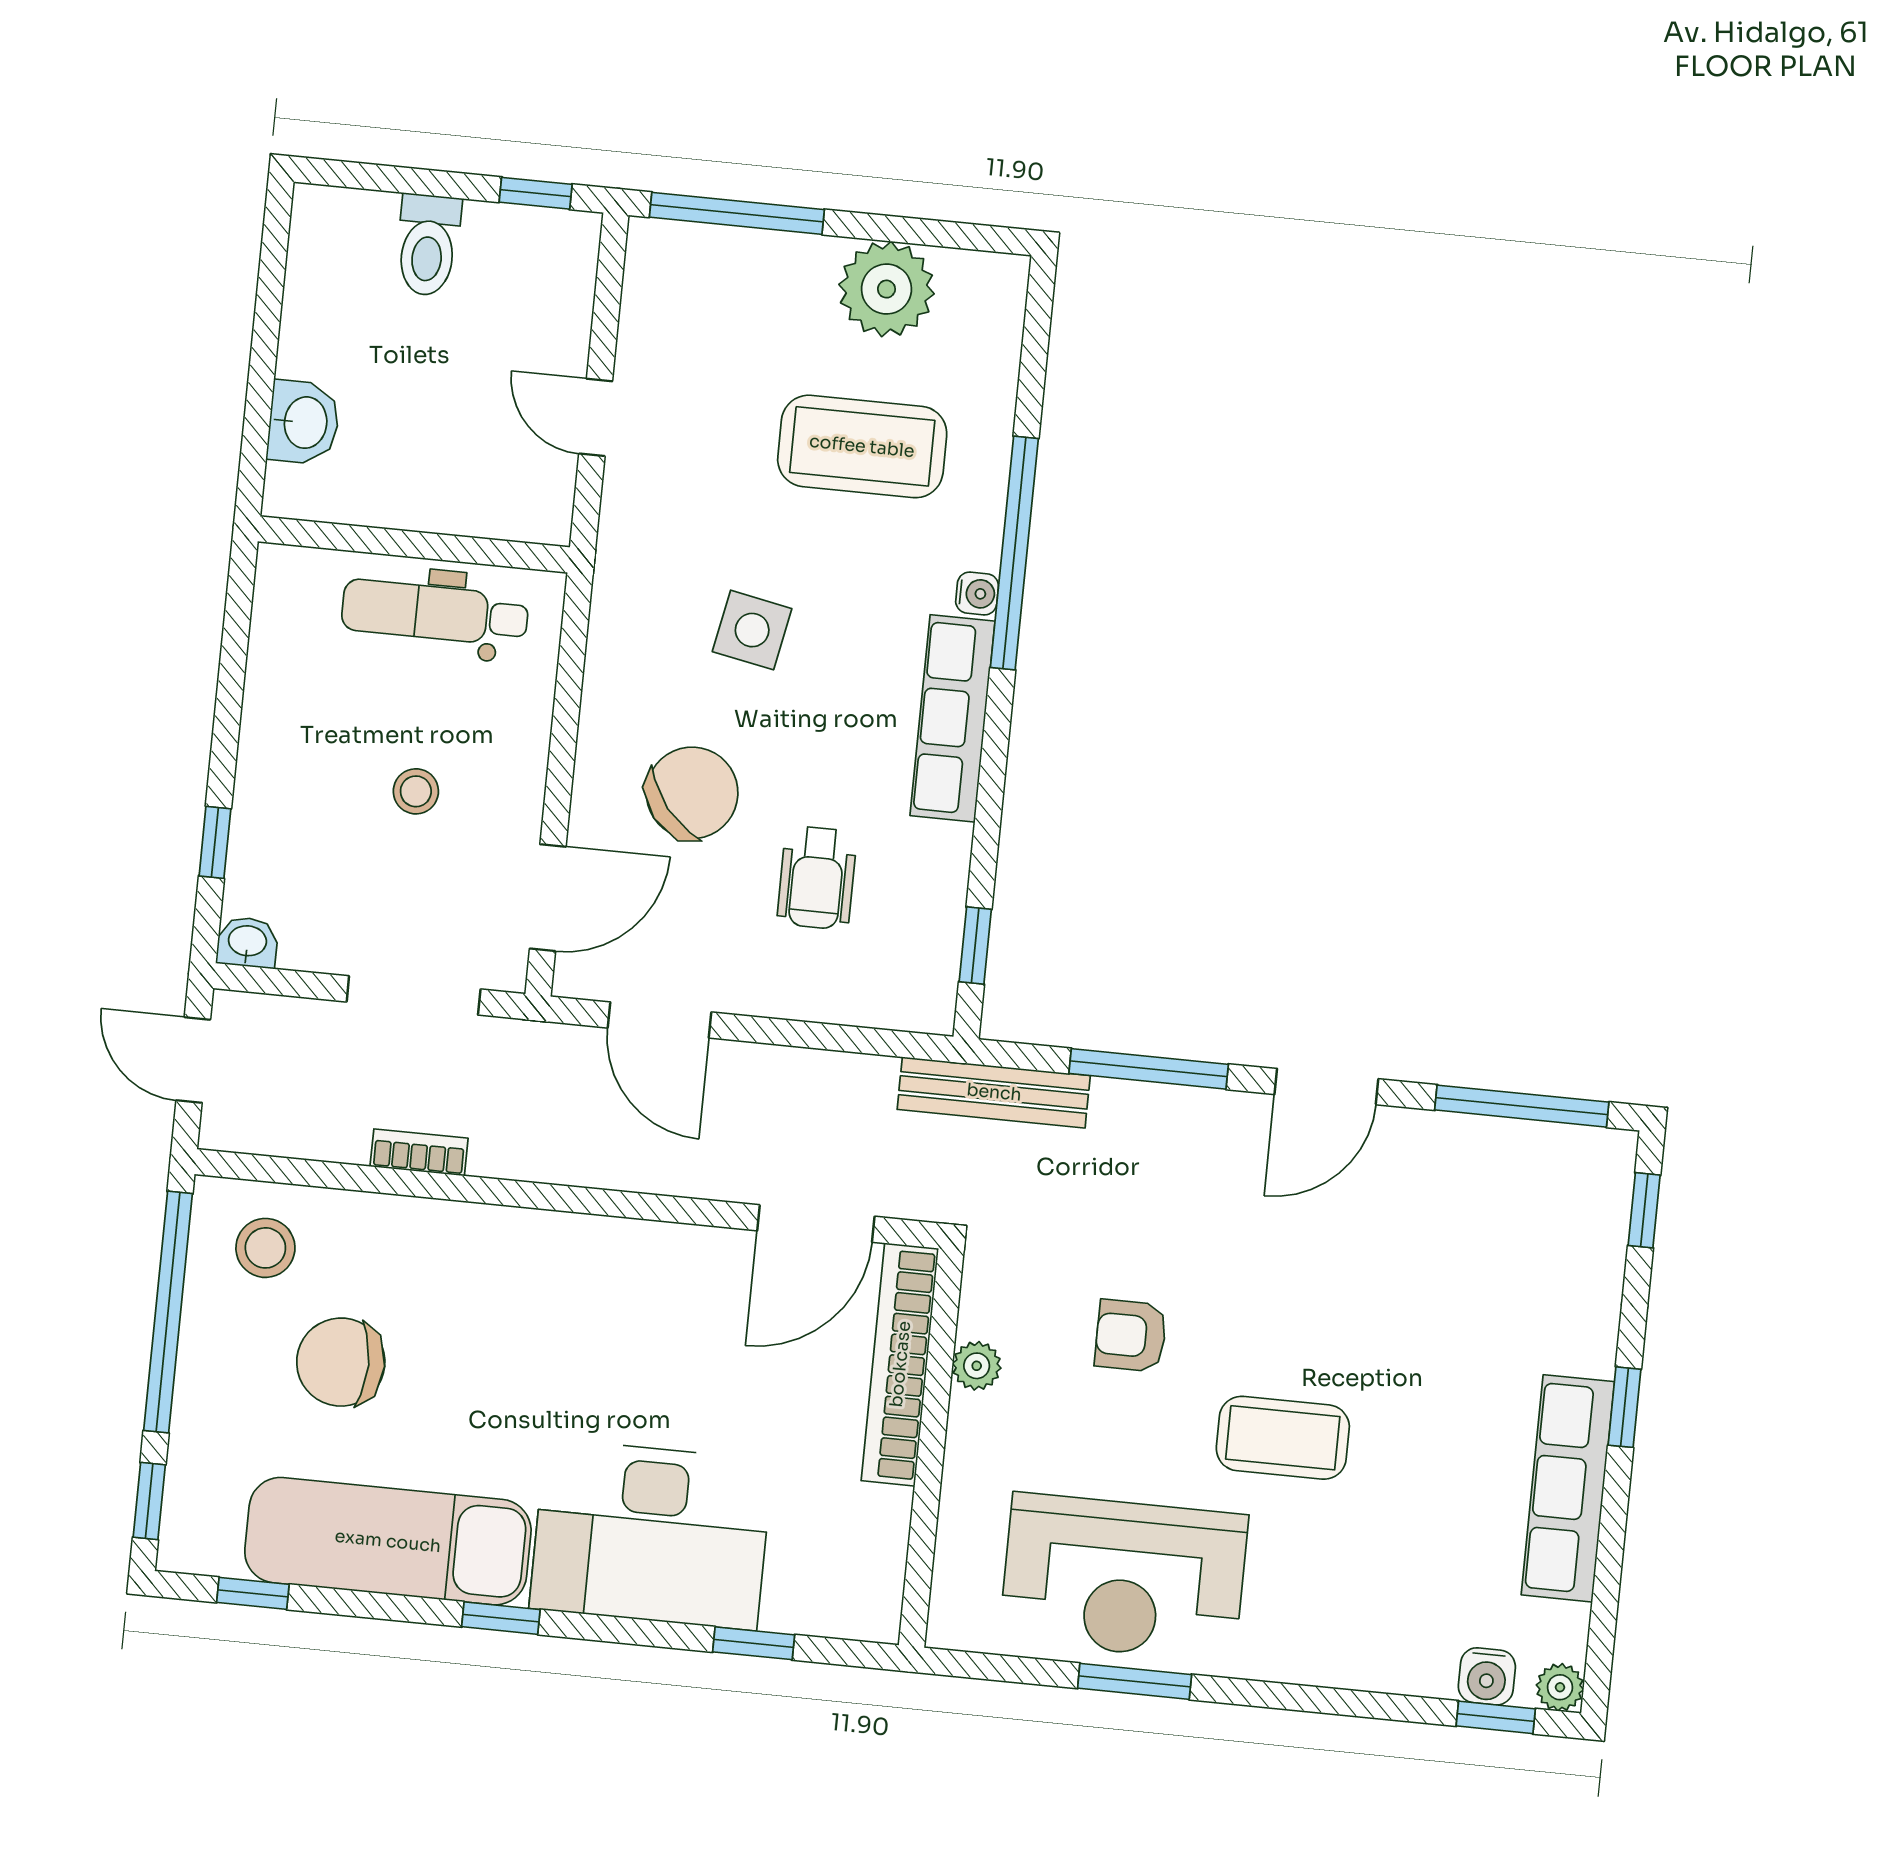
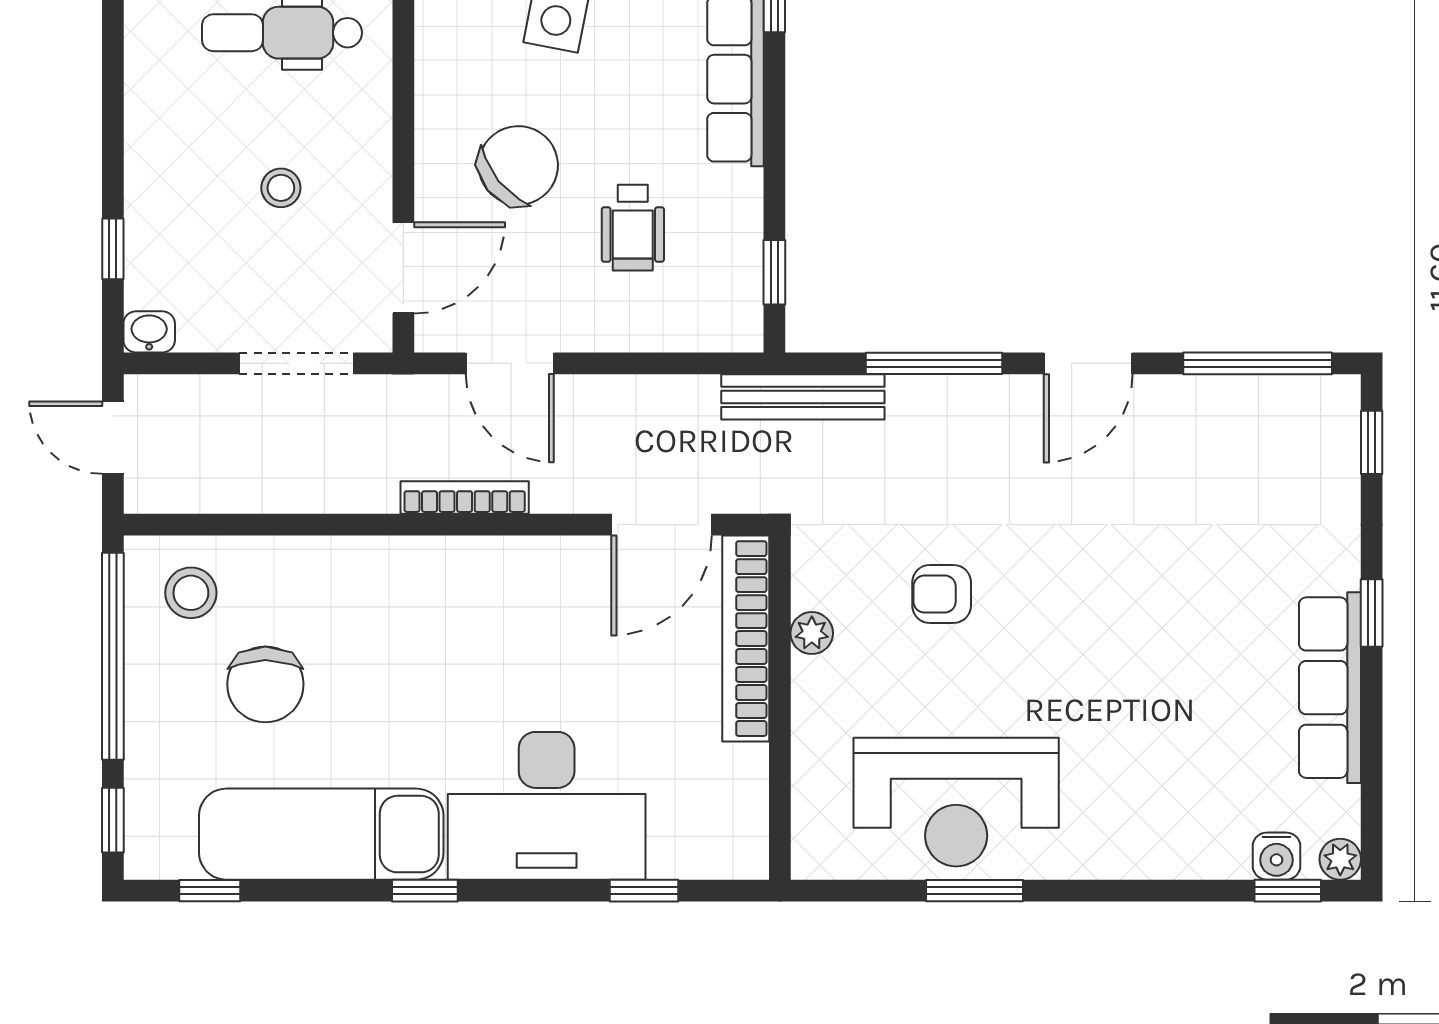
bookcase: (419, 1152) -> (465, 498), moved, width x1.56
chair: (341, 1362) -> (265, 684), turned -90
coffee table: (1283, 1438) -> (1081, 669), removed

